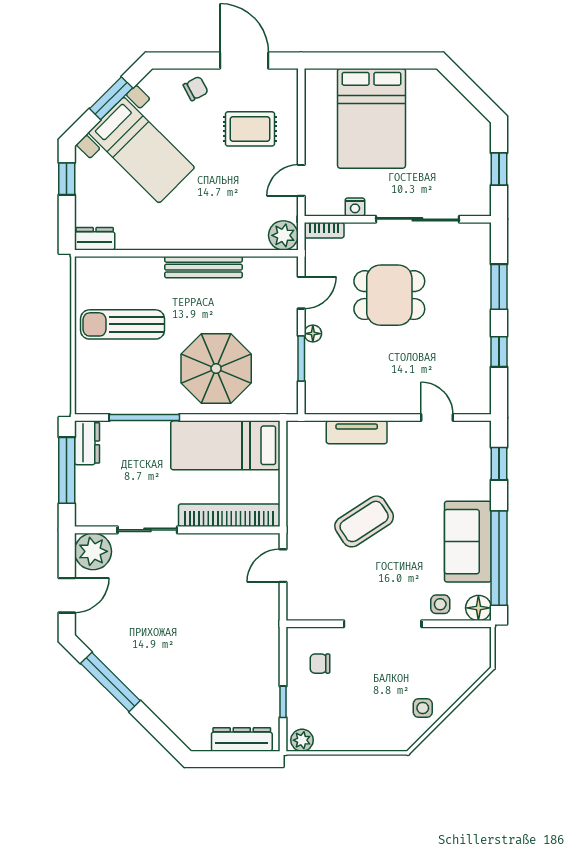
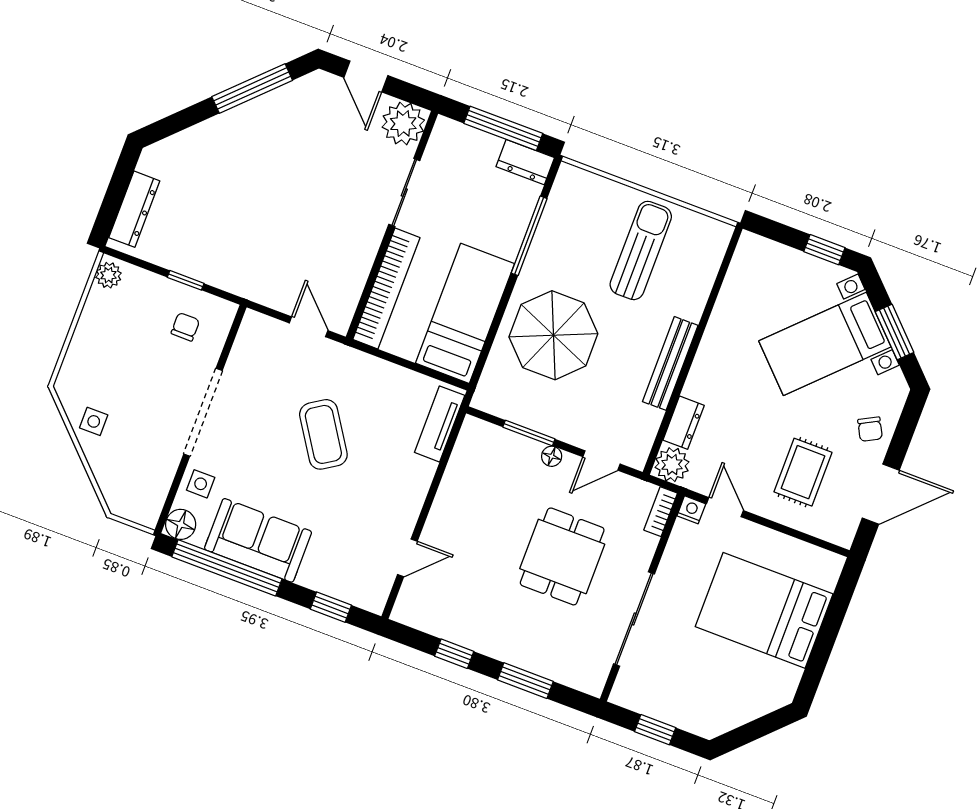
nightstand: (355, 207) -> (691, 510), moved, turned 90
dresser: (95, 239) -> (684, 423), moved
door: (301, 293) -> (601, 460), hinge flipped
tv unit: (357, 432) -> (440, 424), moved
window: (283, 702) -> (186, 280), moved

